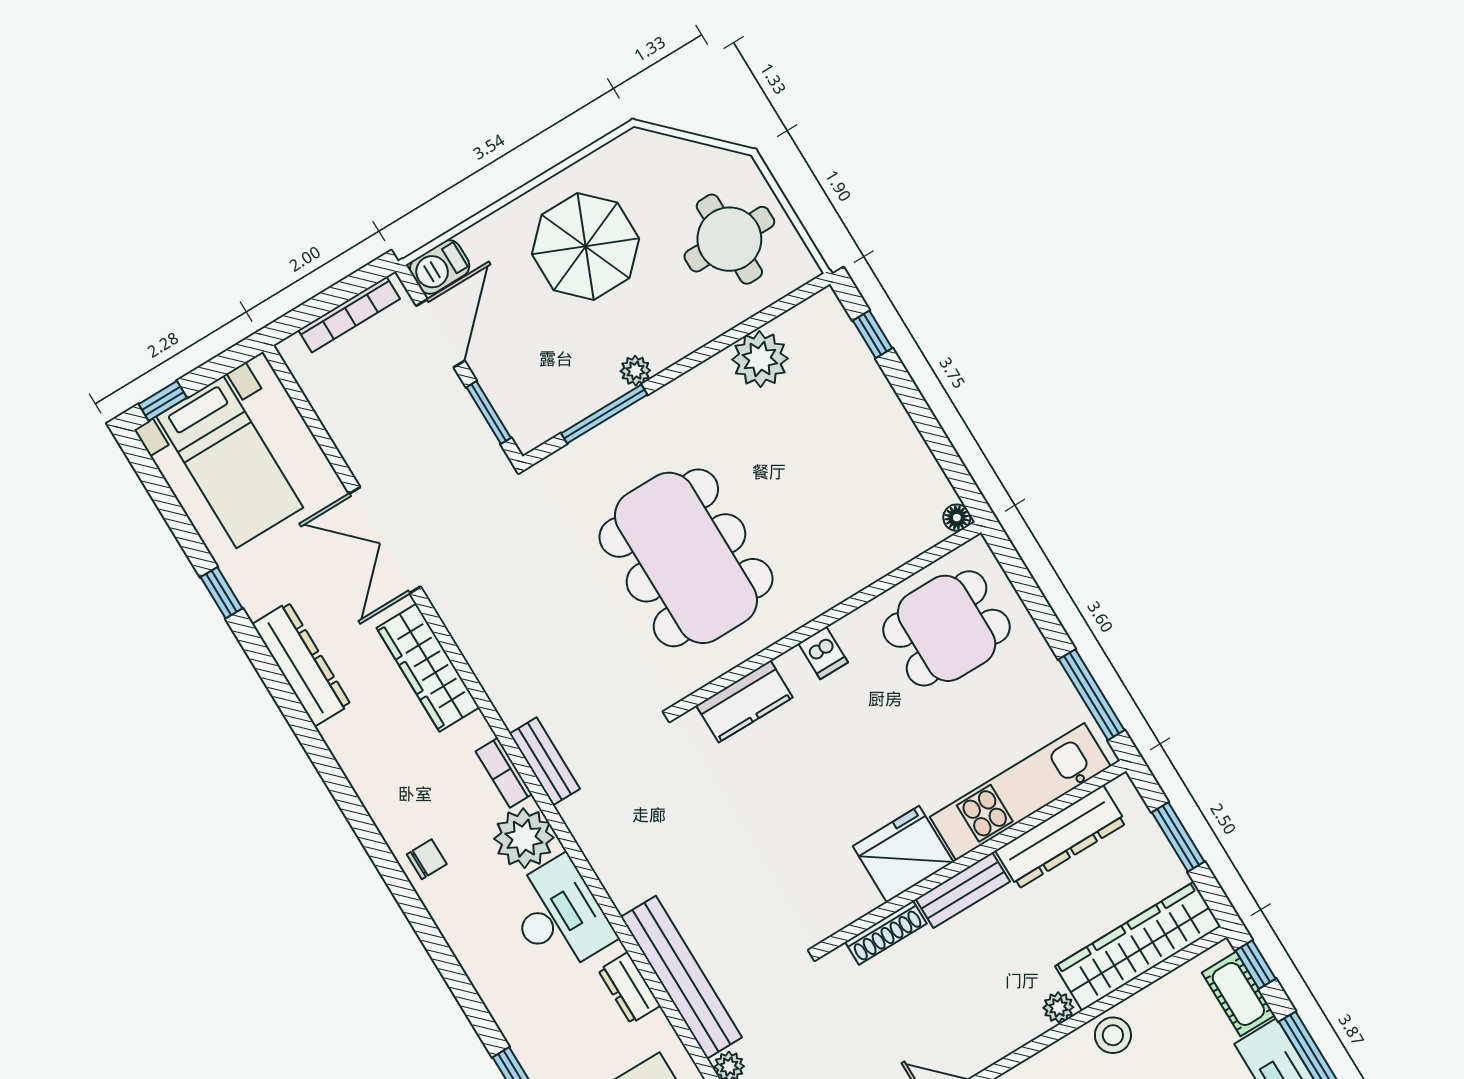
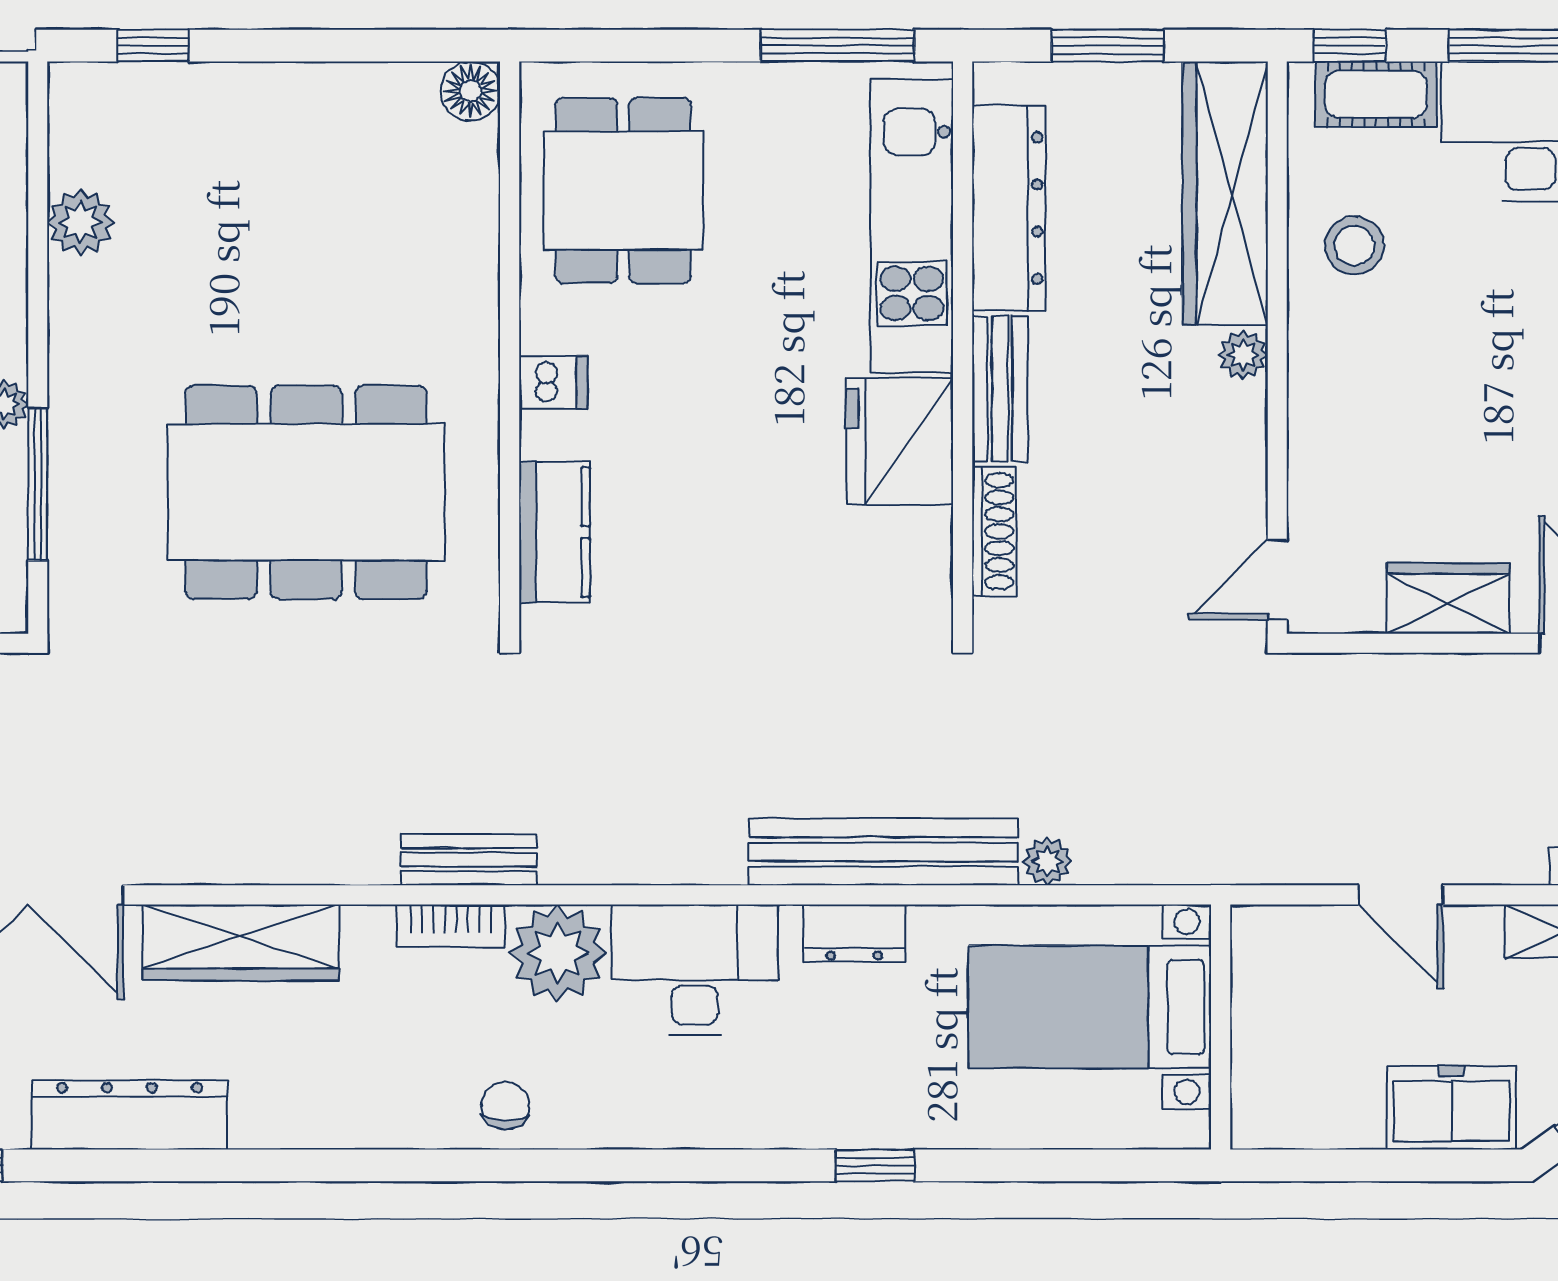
plant: (760, 359) -> (81, 222), width x0.73, depth x0.73
floor lamp: (957, 518) -> (470, 91), width x1.37, depth x1.37
stool: (1113, 1035) -> (1354, 246), moved

